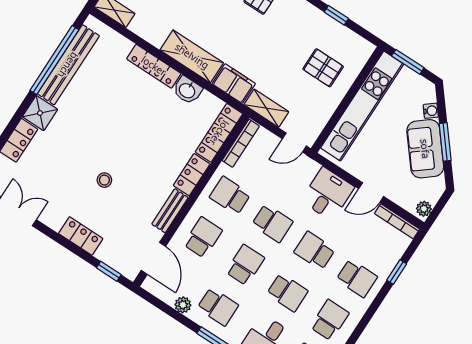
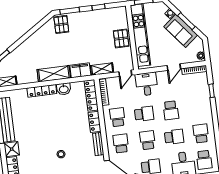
pallet: (323, 68) -> (121, 38), moved, turned 90
desk: (328, 194) -> (147, 84), moved
school desk: (230, 196) -> (117, 117), turned 90
school desk: (315, 251) -> (171, 110), turned -90
school desk: (357, 278) -> (197, 107), removed

